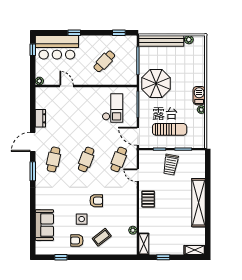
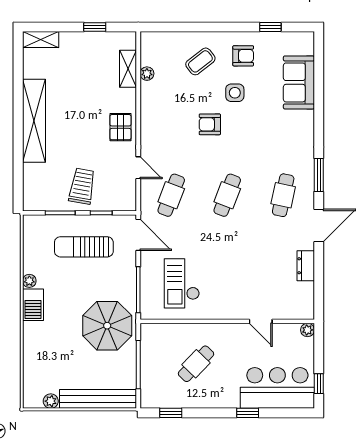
shelving: (144, 244) -> (128, 69), moved

